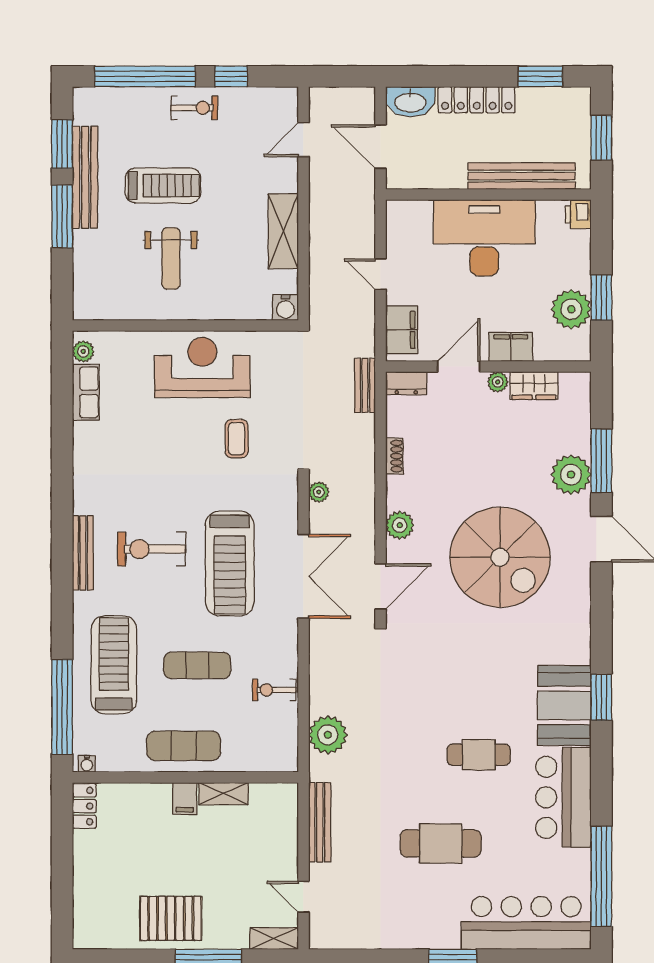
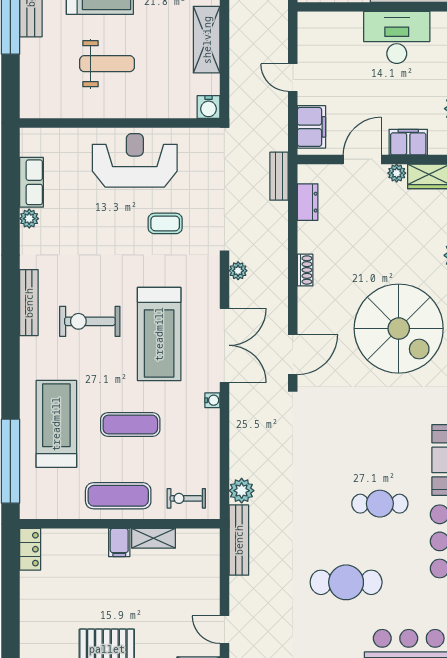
desk: (484, 238) -> (397, 37), width x0.73, depth x0.77
weight bench: (171, 258) -> (107, 64), turned -90
plant: (83, 351) -> (29, 219), moved
dresser: (406, 383) -> (308, 202), moved, turned -90
coffee table: (237, 439) -> (165, 223), turned 90
shoe rack: (394, 456) -> (305, 270), moved
plant: (400, 525) -> (310, 300), removed
bench: (83, 553) -> (29, 303), moved
exercise bike: (274, 690) -> (186, 498), moved
plant: (328, 735) -> (242, 491), width x0.73, depth x0.73
water cooler: (87, 764) -> (212, 400), moved, turned -90
bench: (320, 822) -> (239, 540), moved

